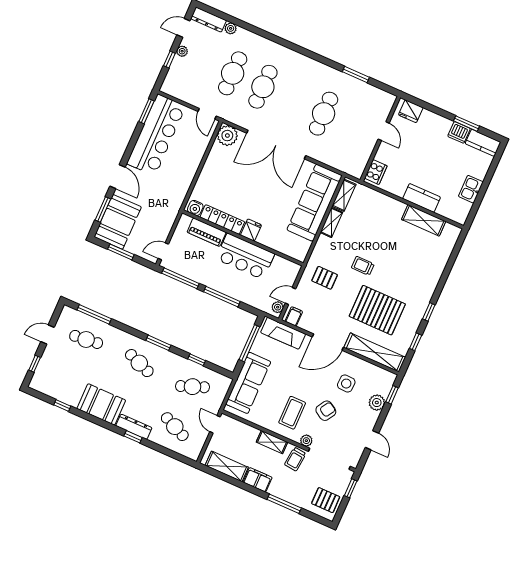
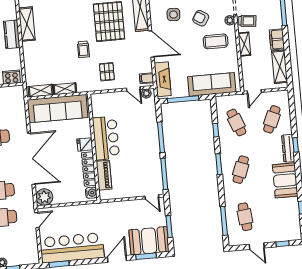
water cooler: (195, 208) -> (91, 193), moved
locker: (222, 219) -> (89, 169), moved
fridge: (251, 230) -> (85, 144), moved
piano: (207, 232) -> (104, 175), moved
wall: (243, 238) -> (94, 147), moved
bar counter: (245, 256) -> (106, 138), moved

